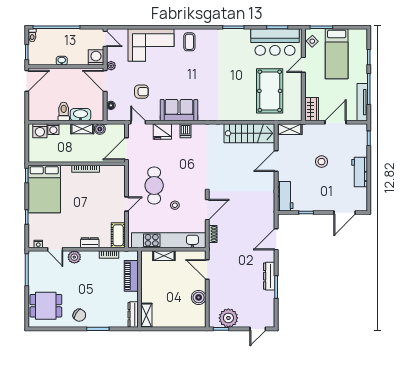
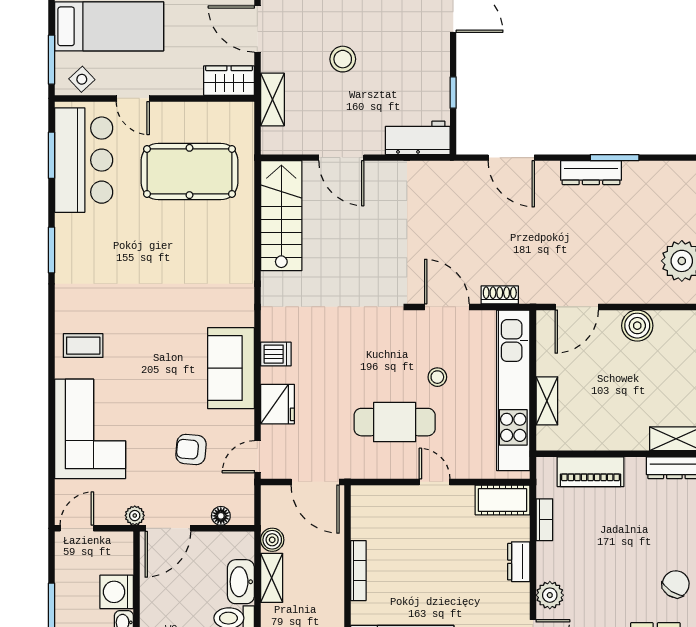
washing machine: (96, 57) -> (117, 592), moved
armchair: (141, 92) -> (191, 449), turned -85
shelving: (290, 129) -> (272, 99), moved

